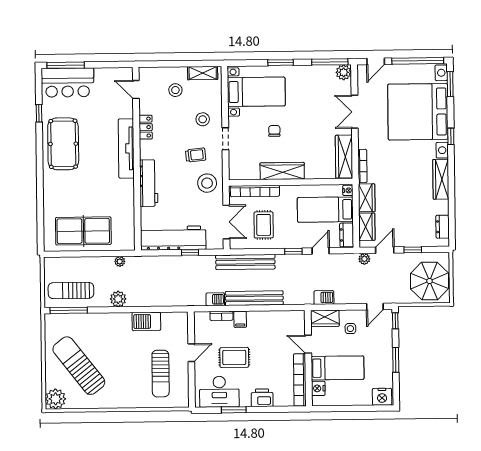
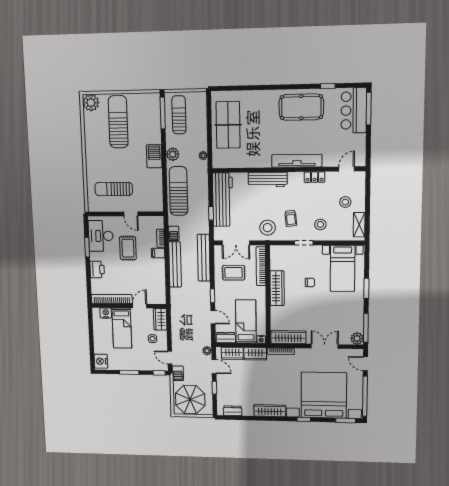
sun lounger: (163, 292) -> (178, 191), added
barbecue: (324, 297) -> (178, 373), moved
barbecue: (146, 321) -> (154, 156), moved
sun lounger: (79, 366) -> (118, 122), turned -52

